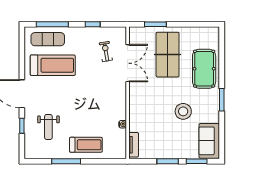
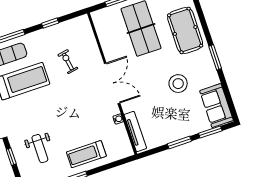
exercise bike: (106, 52) -> (68, 62), moved
double door: (128, 63) -> (112, 83), moved
treadmill: (86, 145) -> (86, 154), turned 180
tv unit: (134, 145) -> (135, 132), width x1.41

